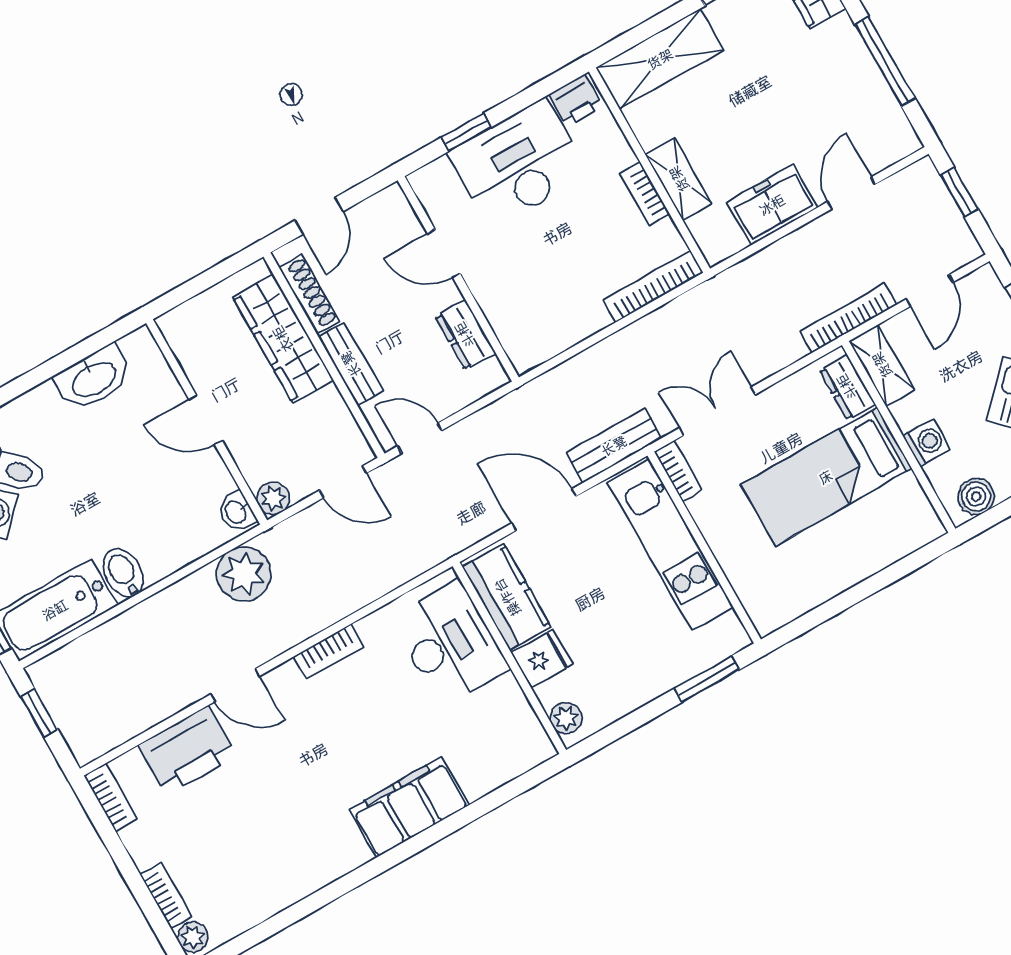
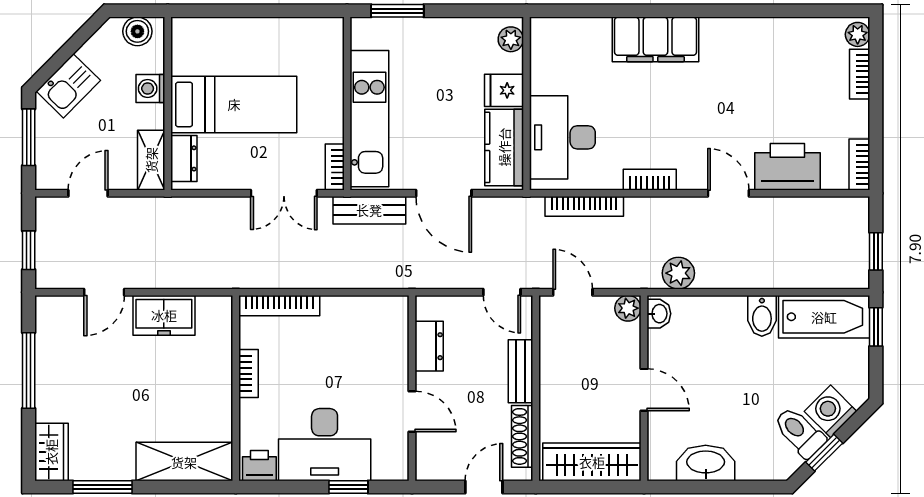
shelving: (679, 179) -> (219, 370), removed
bookcase: (848, 318) -> (584, 206), moved
wardrobe: (283, 339) -> (592, 462), moved, turned -90
plant: (244, 574) -> (678, 273), width x0.73, depth x0.73

